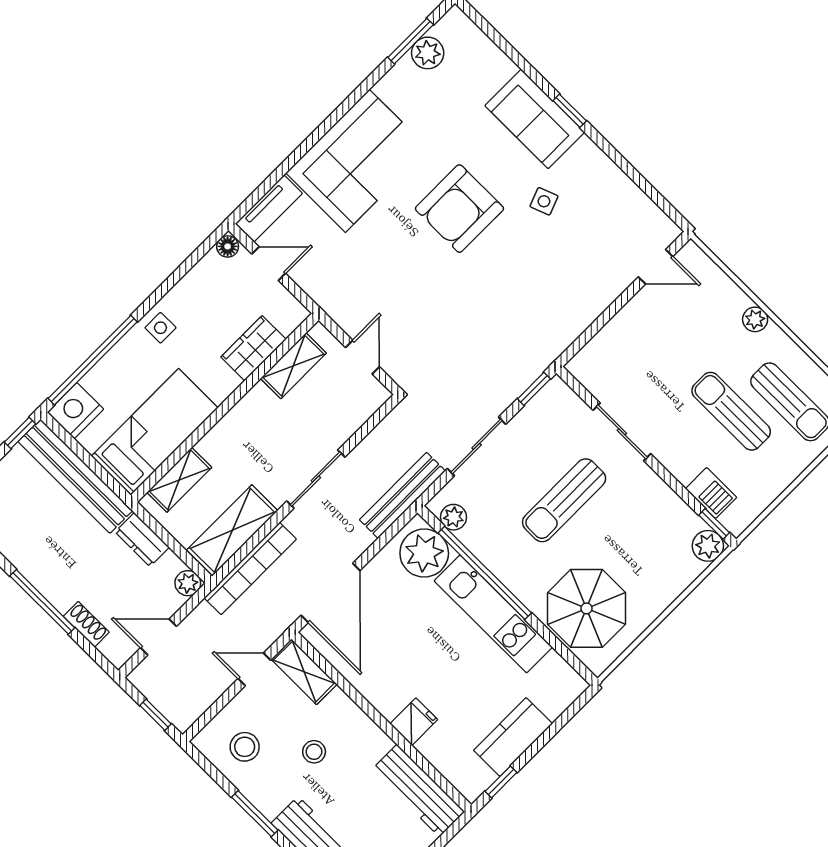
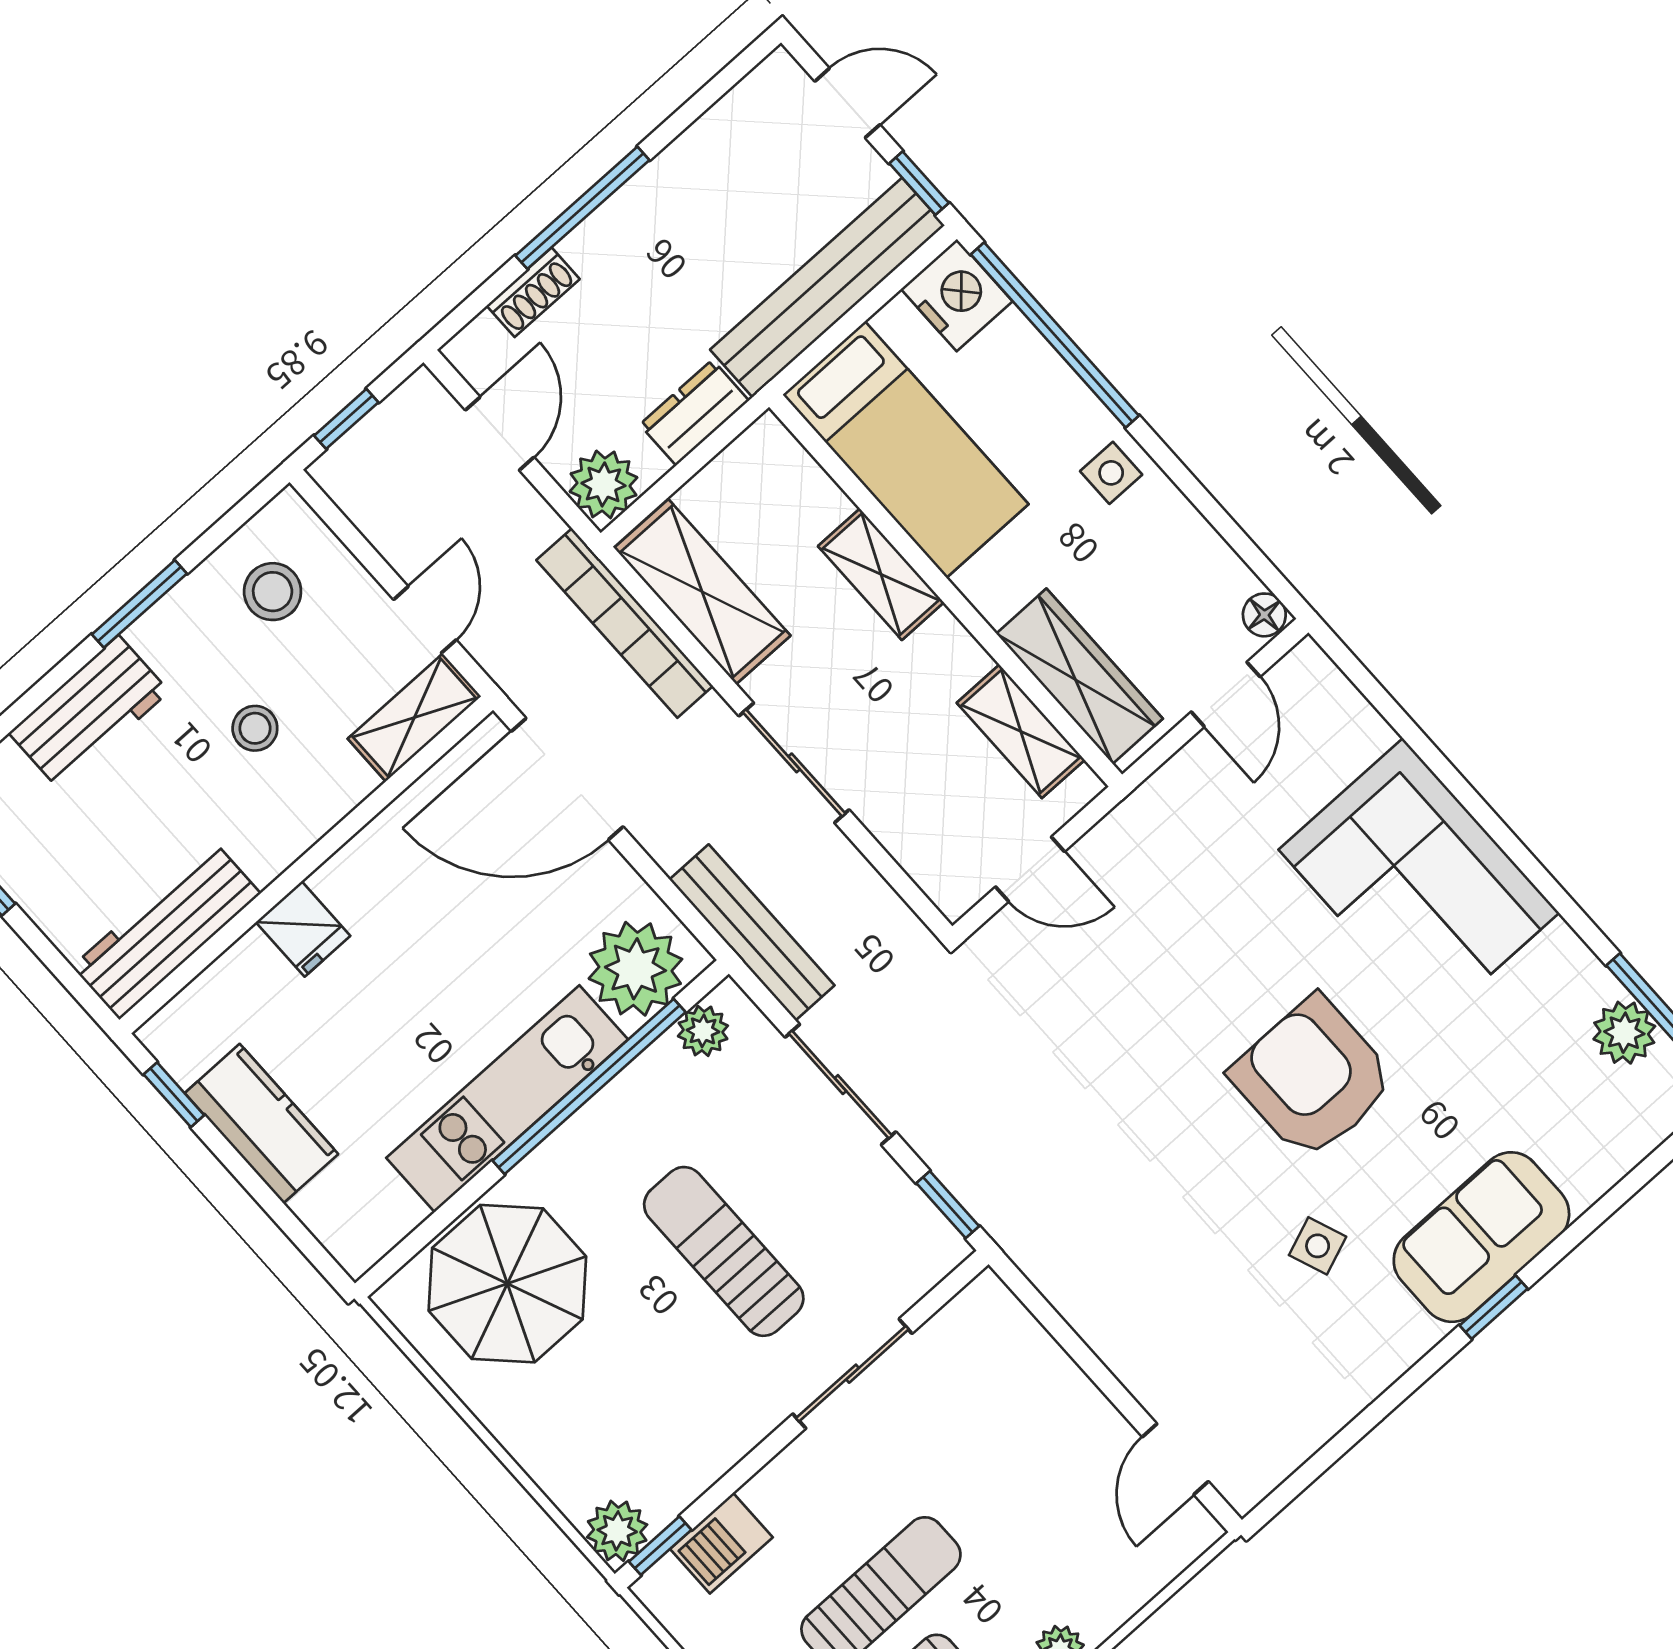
tv unit: (269, 208) -> (1335, 701), removed
wardrobe: (253, 348) -> (1079, 676), width x1.50
shelving: (179, 480) -> (881, 574), moved
plant: (188, 583) -> (603, 484), width x1.38, depth x1.38

